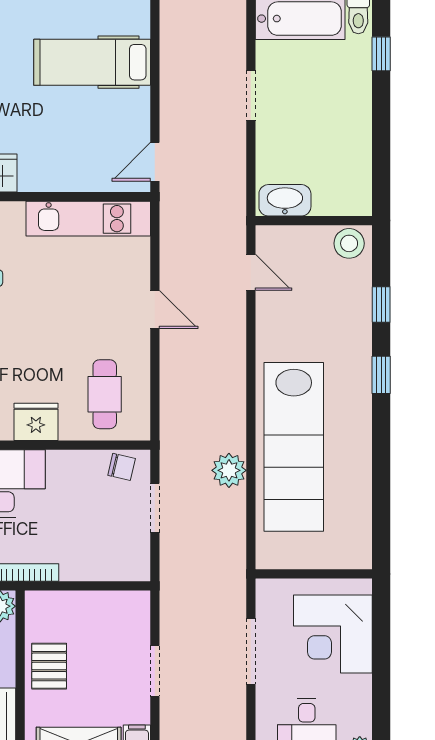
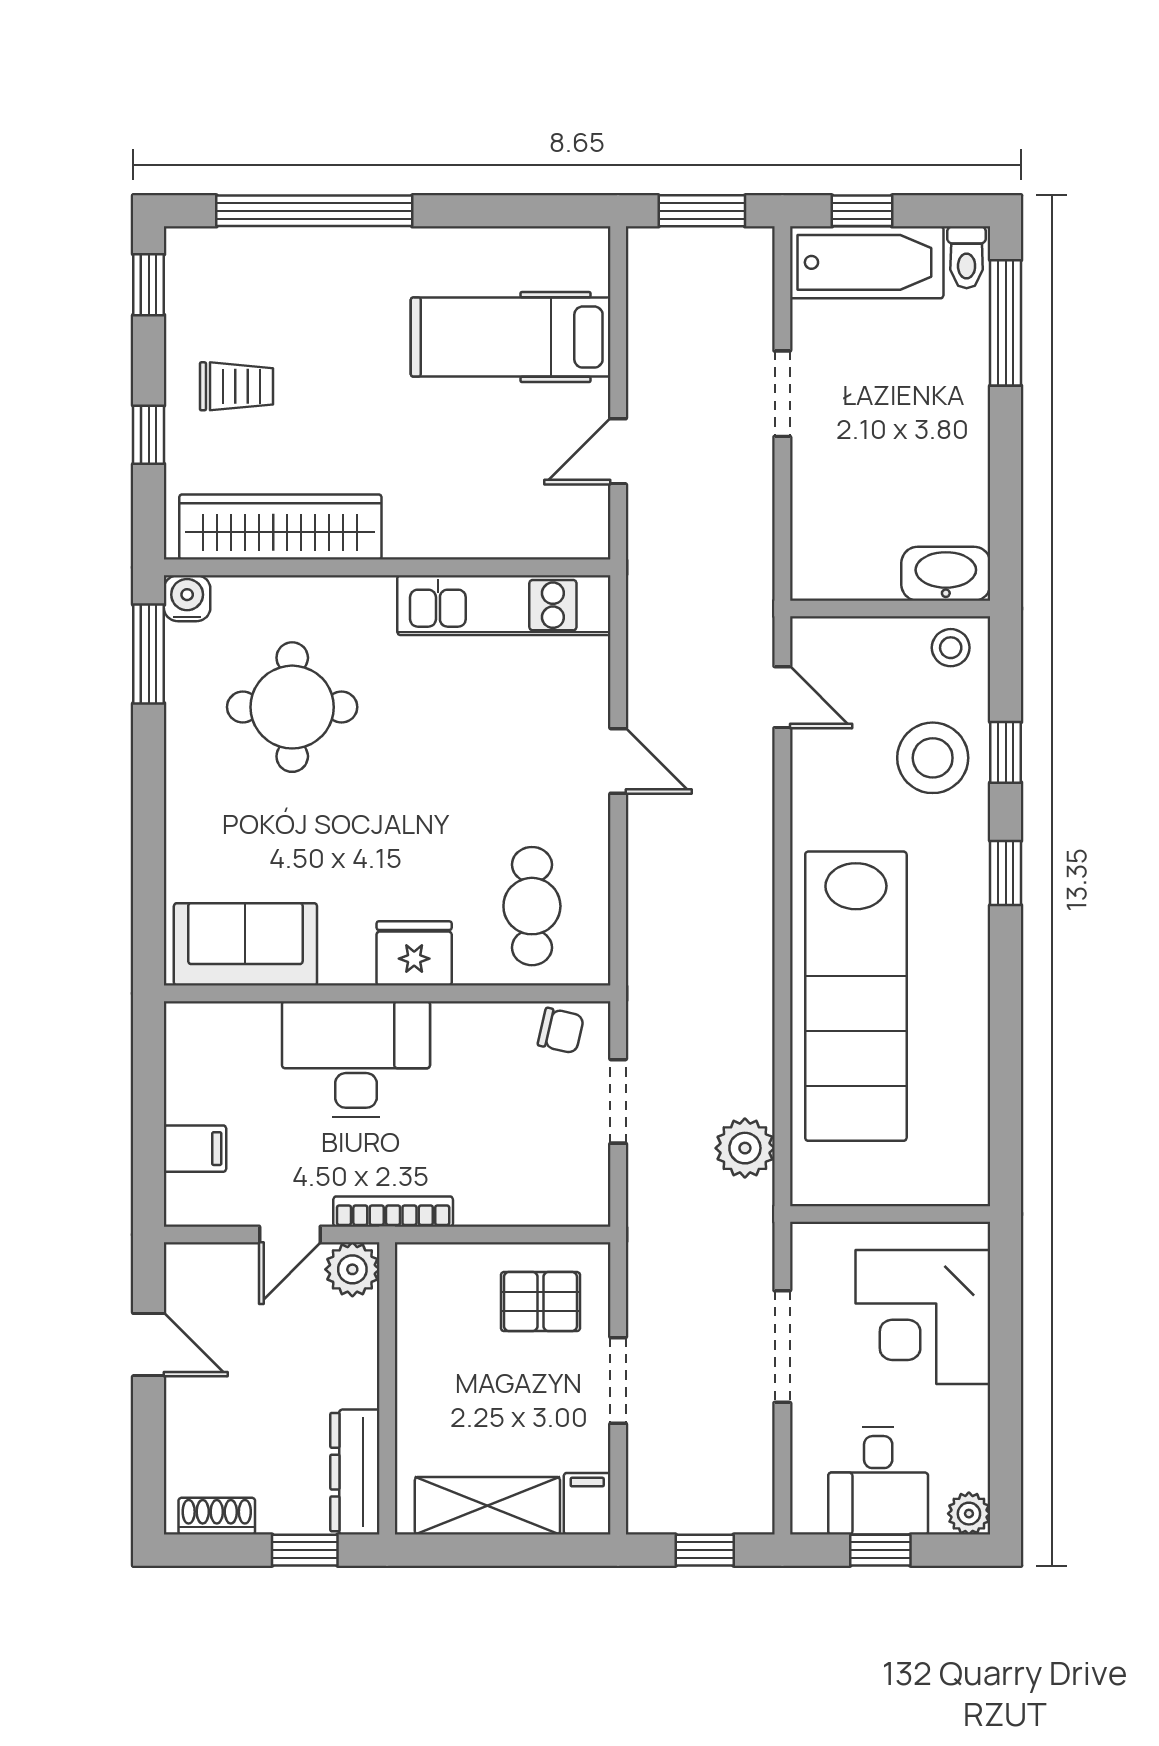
window: (381, 54) -> (1006, 323), width x2.17
door: (155, 162) -> (618, 451), moved
washbasin: (285, 200) -> (946, 574), moved
stool: (349, 243) -> (951, 648), width x0.73, depth x0.73
stool: (339, 308) -> (933, 758), added
plant: (229, 470) -> (745, 1148), moved
pallet: (49, 666) -> (540, 1302), moved, turned 90

